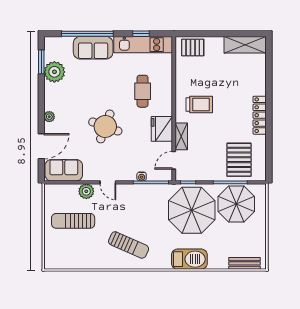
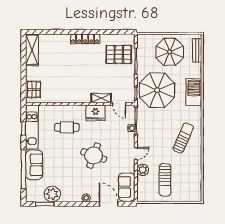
trolley: (199, 104) -> (77, 85), removed
parasol: (236, 204) -> (170, 52), moved

